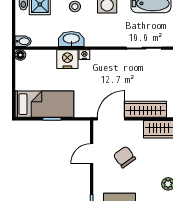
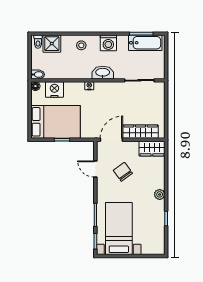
washbasin: (71, 39) -> (103, 73), moved
nightstand: (67, 59) -> (54, 90), moved
bed: (44, 104) -> (56, 122), width x1.50
door: (92, 154) -> (95, 169), hinge flipped

